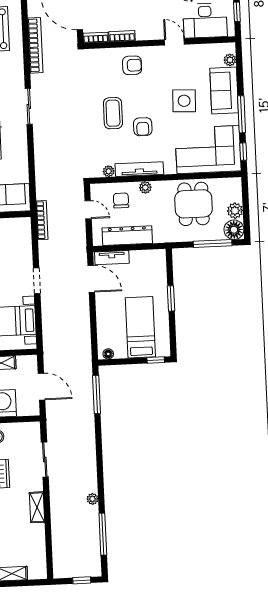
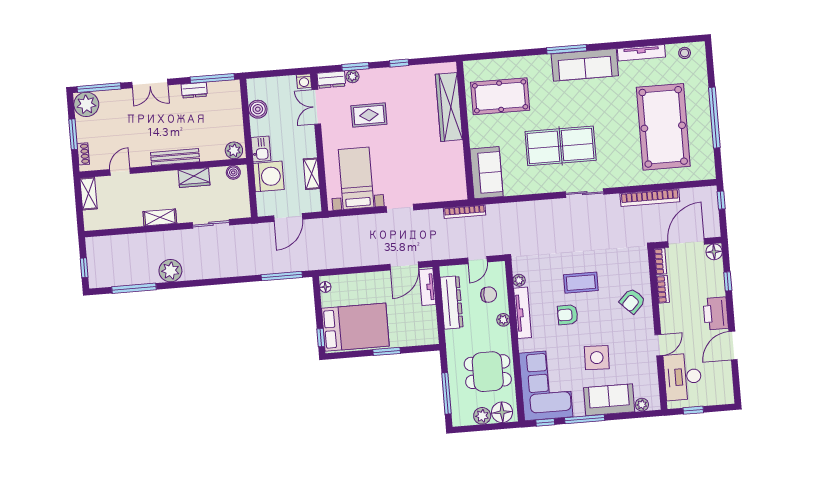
armchair: (132, 65) -> (632, 301), turned 45
floor lamp: (234, 230) -> (502, 412), moved
bed: (140, 327) -> (355, 327), width x1.50
plant: (92, 499) -> (170, 271), width x1.88, depth x1.88

